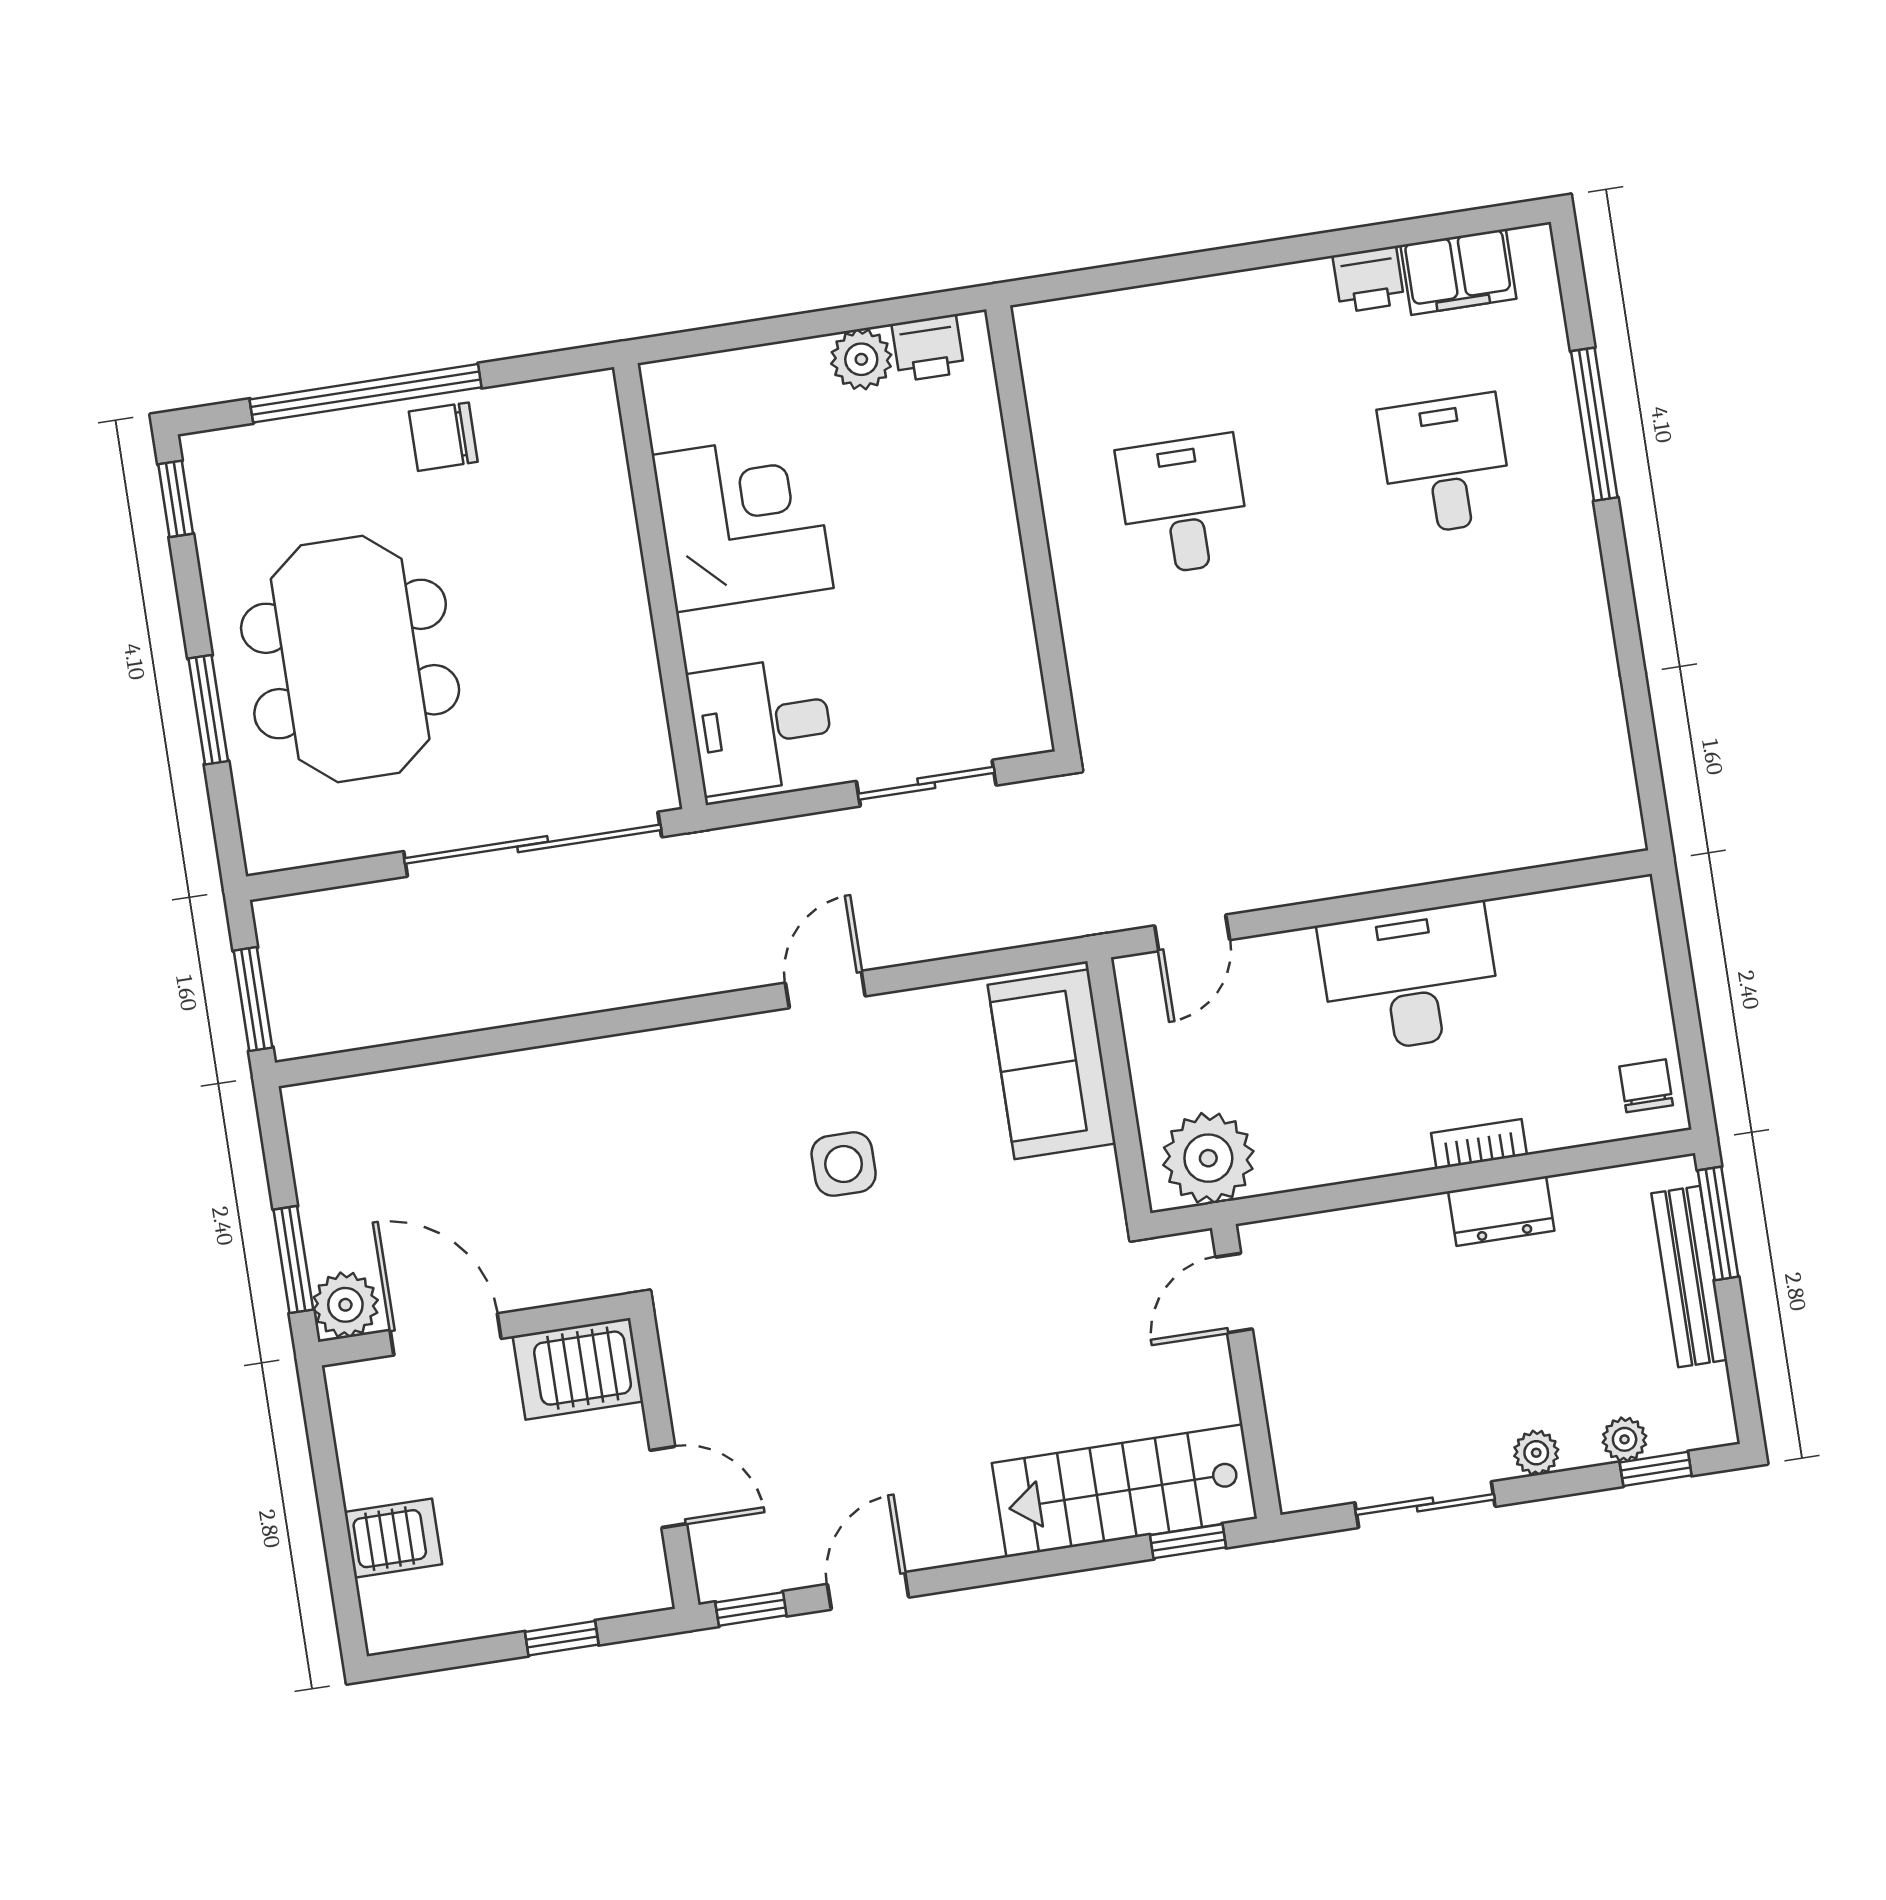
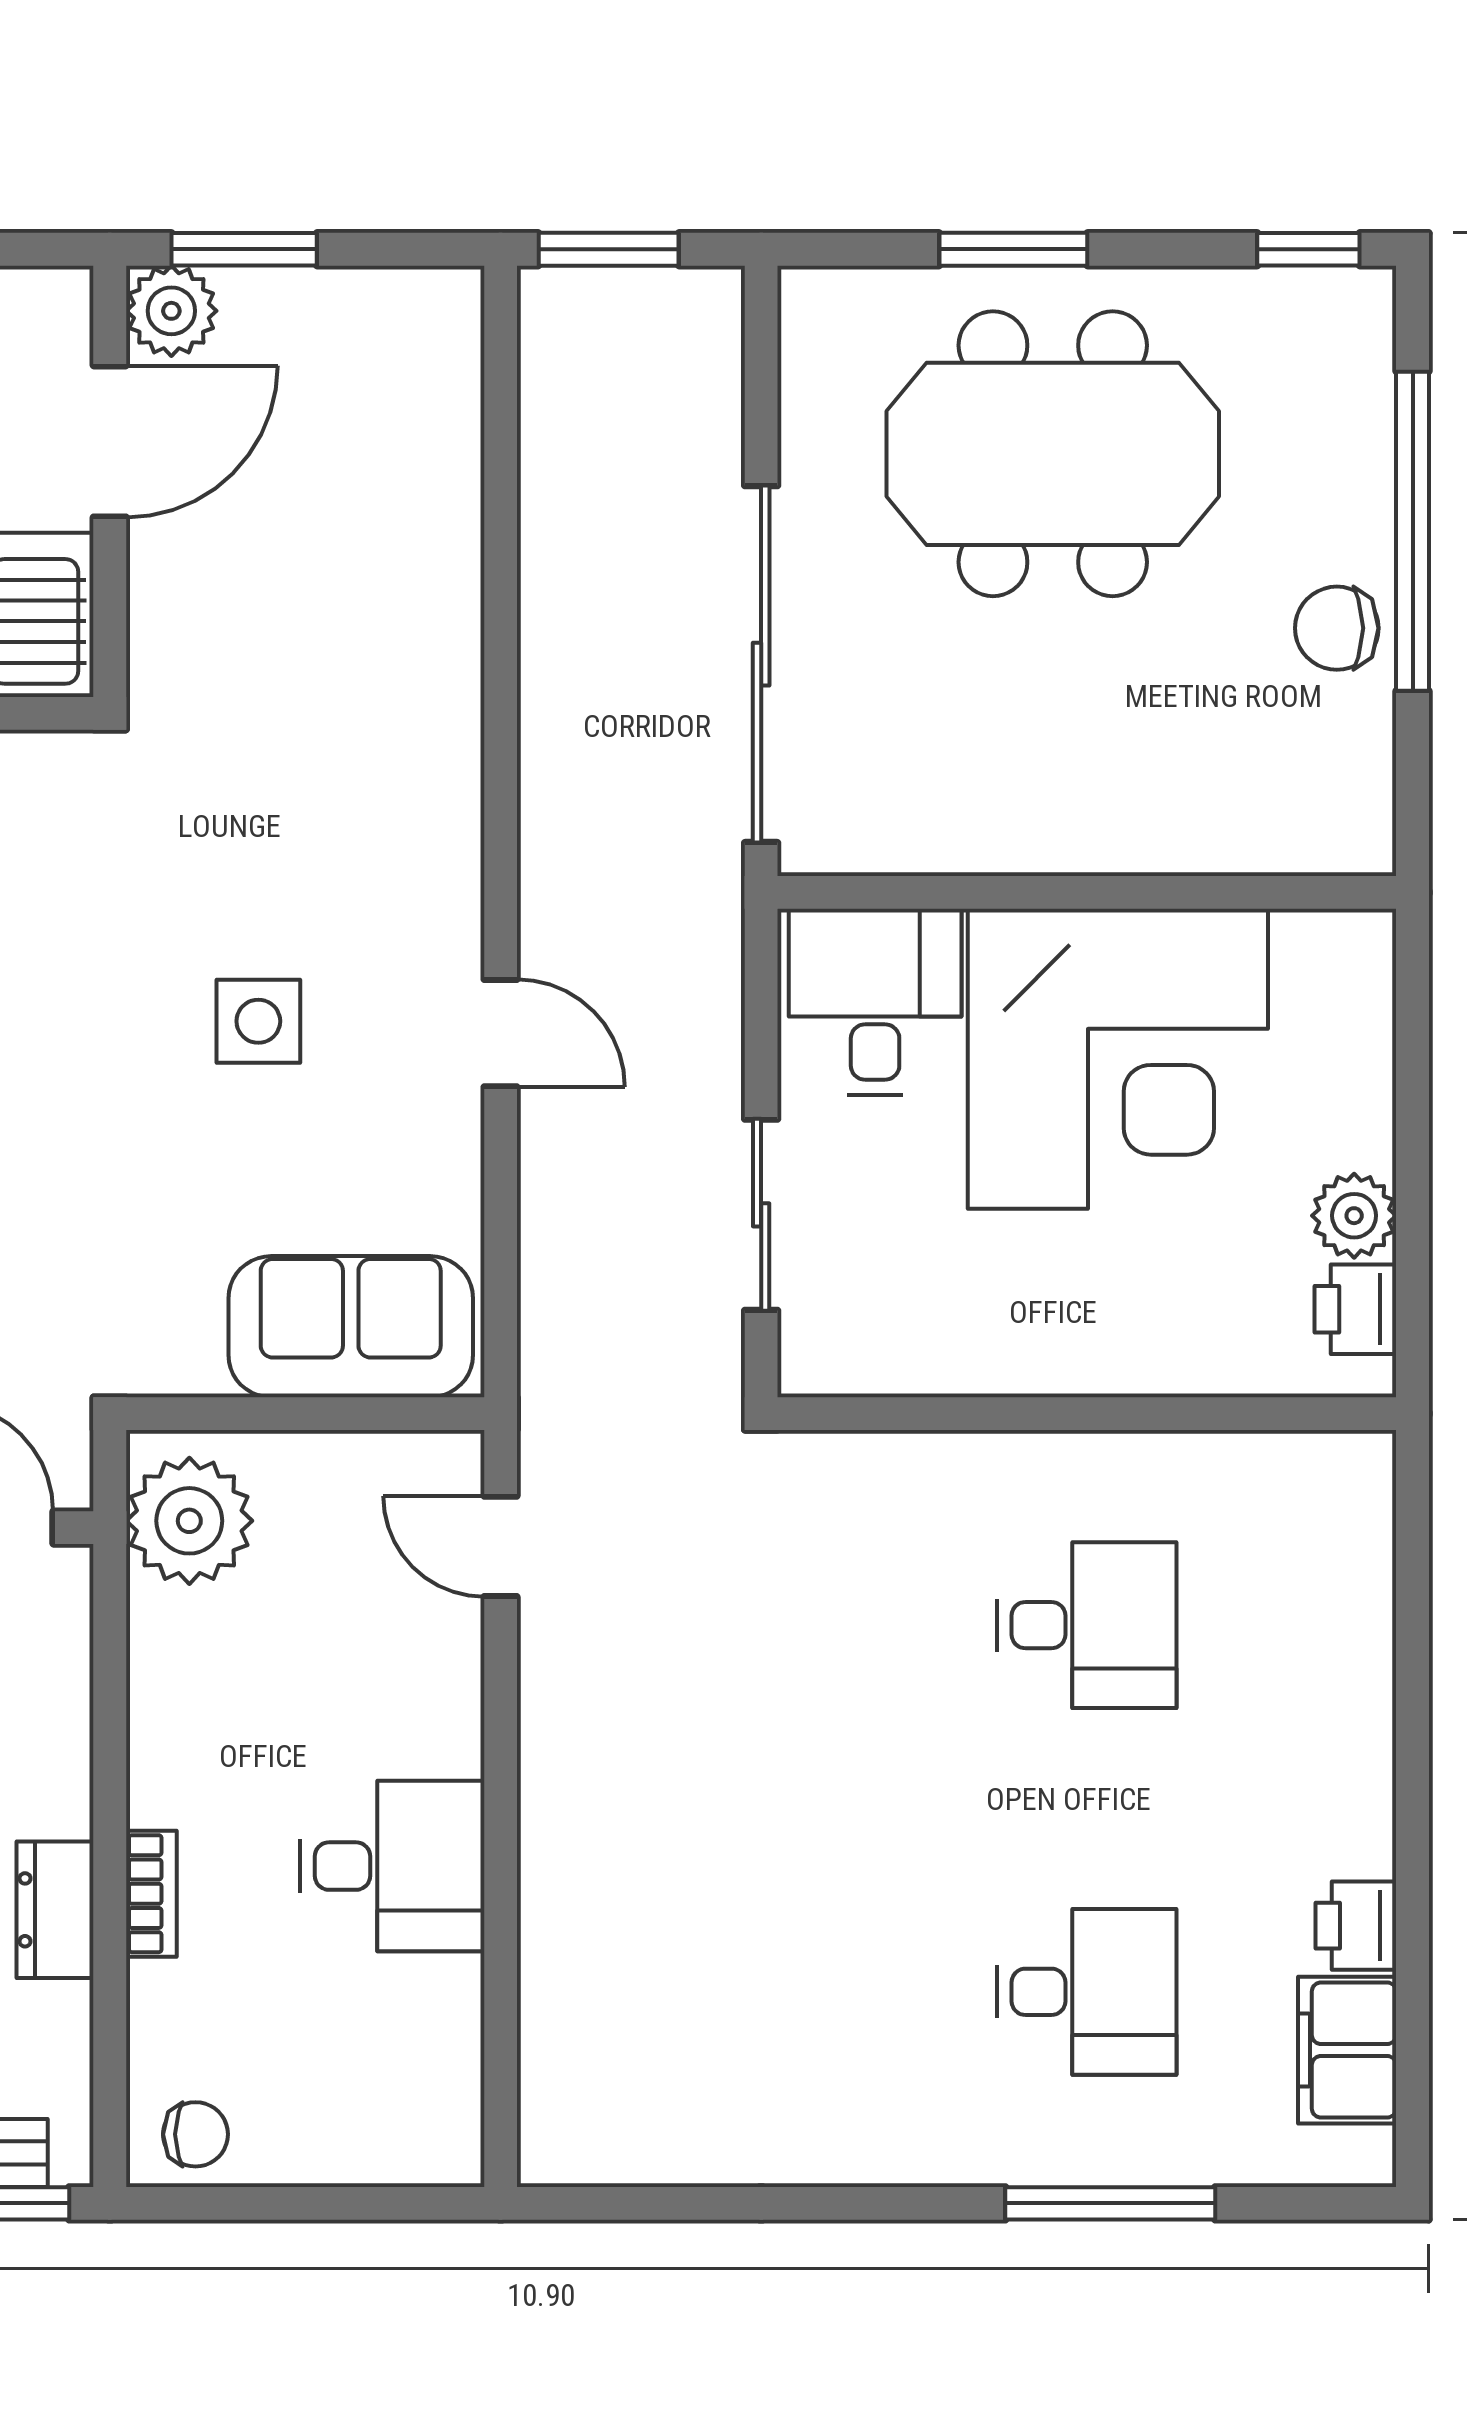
chair: (443, 437) -> (1337, 628), turned -90
corner desk: (743, 522) -> (1118, 1059), width x1.36, depth x1.36
desk: (1410, 978) -> (392, 1866), width x0.73

